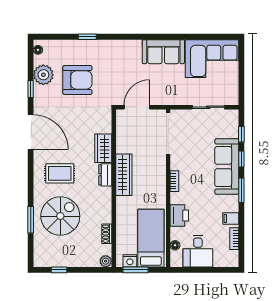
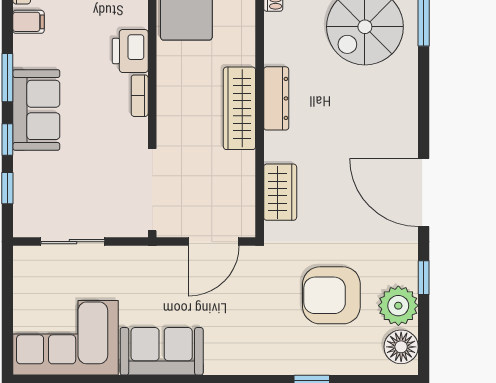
floor lamp: (38, 50) -> (401, 347), width x1.89, depth x1.89
wardrobe: (103, 148) -> (280, 192), moved
sofa: (227, 167) -> (36, 110), width x0.73
rug: (60, 173) -> (366, 111), removed
dresser: (105, 175) -> (276, 98), width x1.44
printer: (179, 215) -> (130, 51), moved

